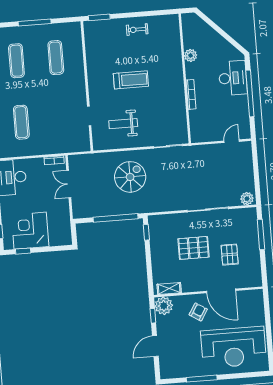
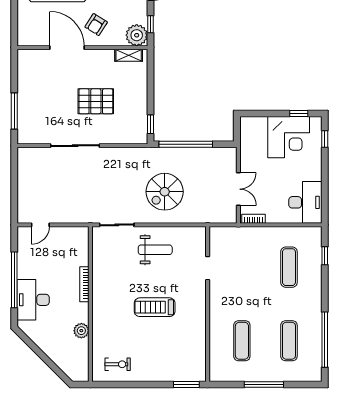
exercise bike: (137, 30) -> (118, 364), moved
weight bench: (123, 124) -> (155, 250), moved
plant: (247, 199) -> (28, 155), removed
pallet: (230, 255) -> (53, 90), removed

